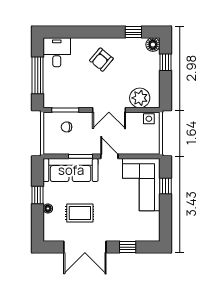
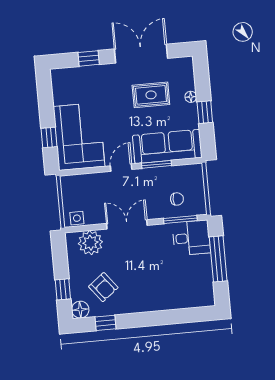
desk: (57, 52) -> (191, 238), moved, turned -90
armchair: (101, 60) -> (103, 287), moved, turned 102
door: (109, 156) -> (121, 168), swing flipped

